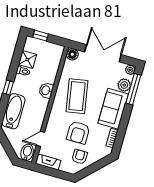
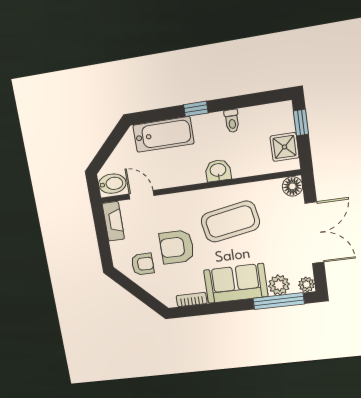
shower: (27, 60) -> (284, 147), moved

